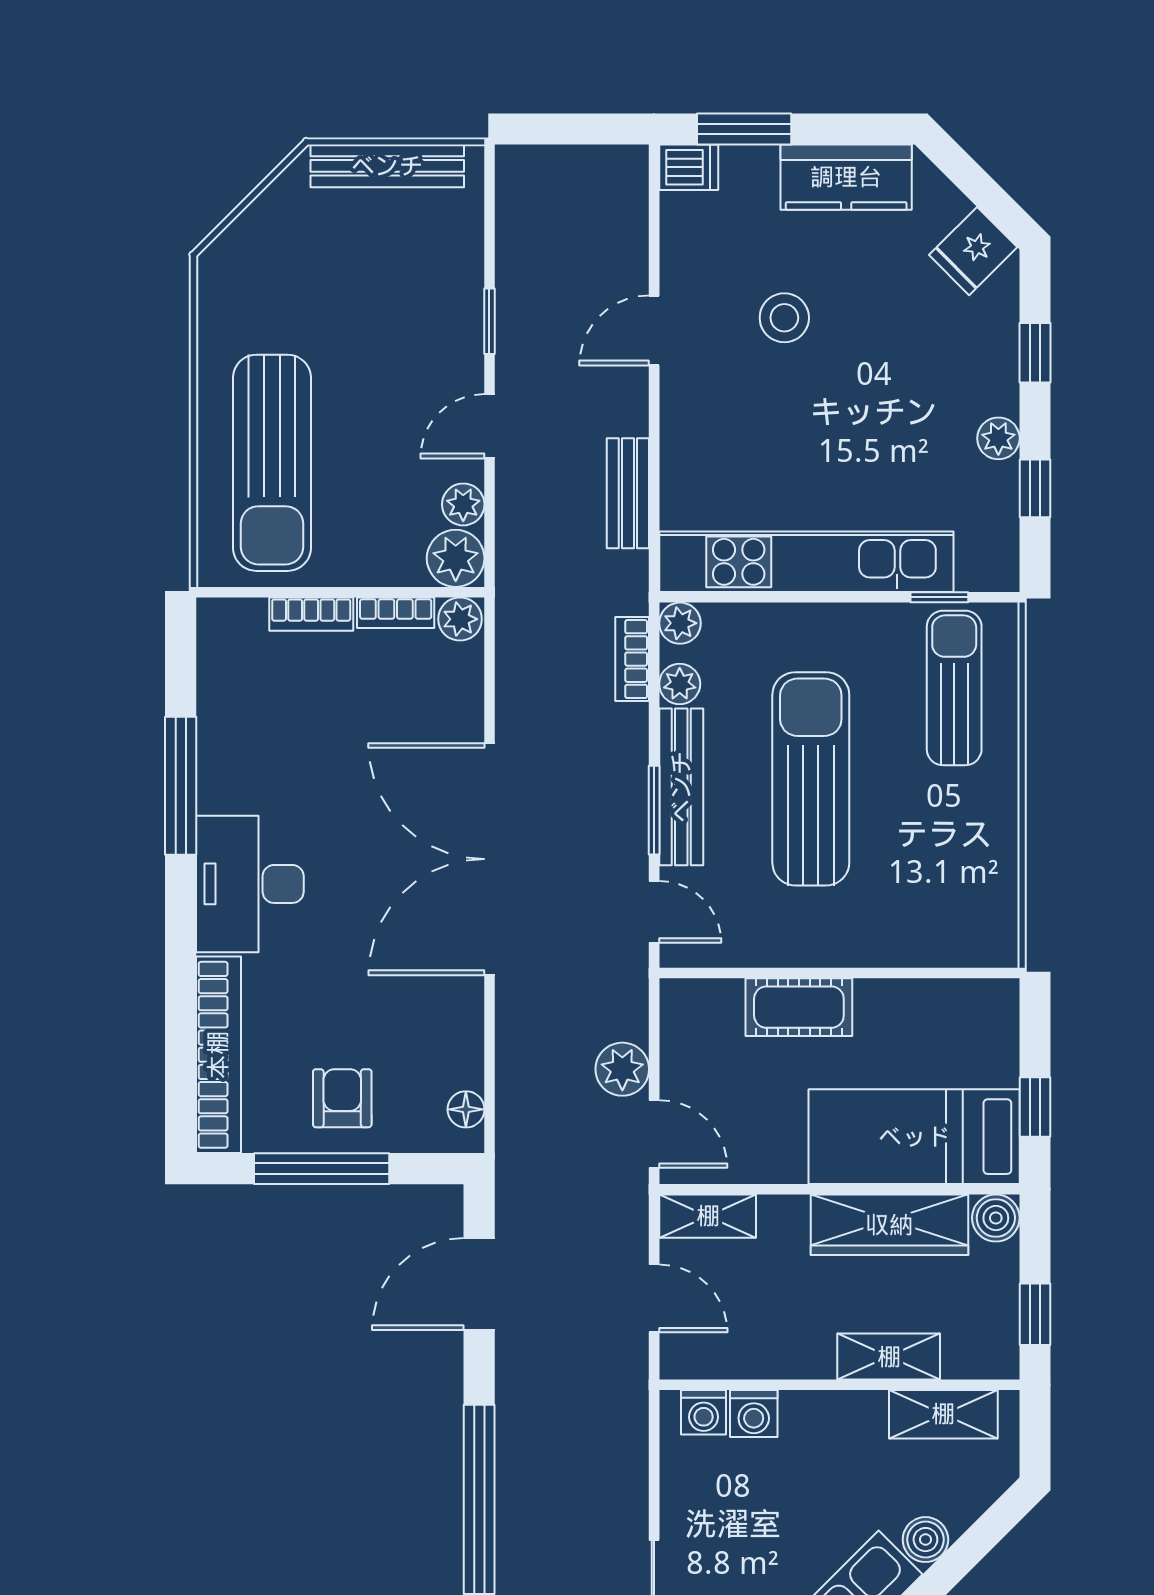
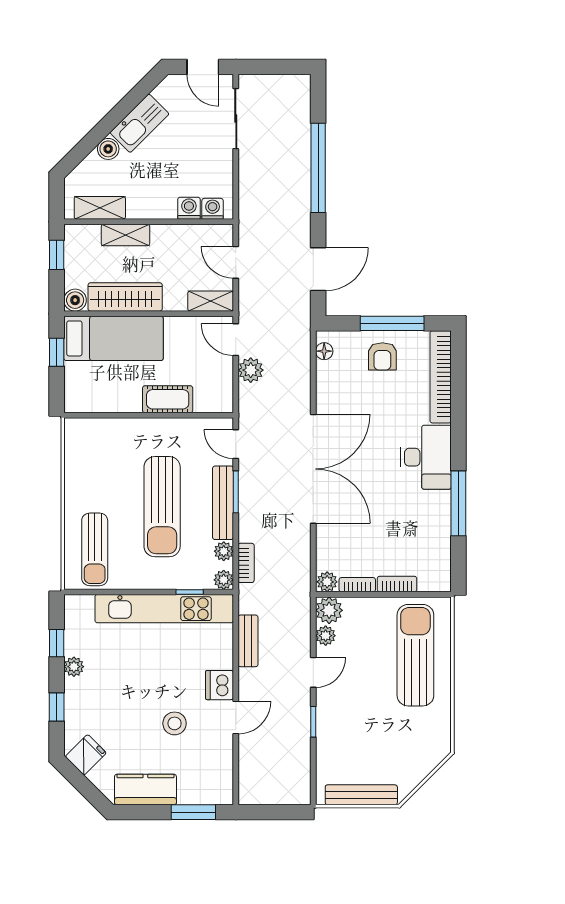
dishwasher: (689, 167) -> (220, 685), moved, width x1.38
window: (939, 597) -> (190, 592), moved

